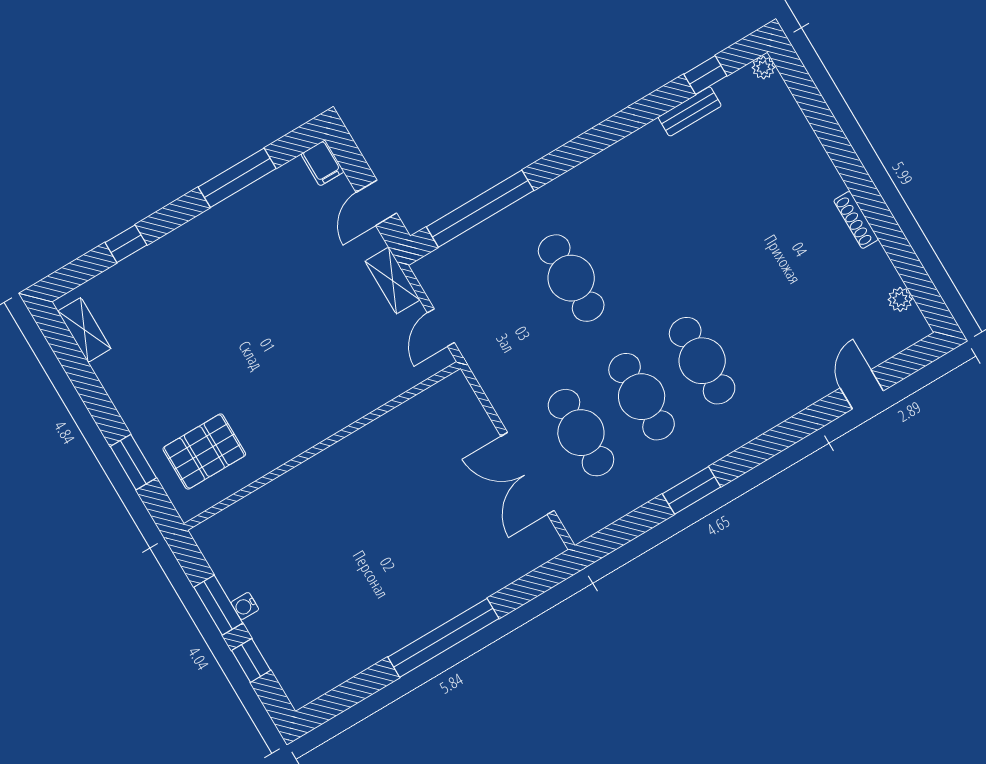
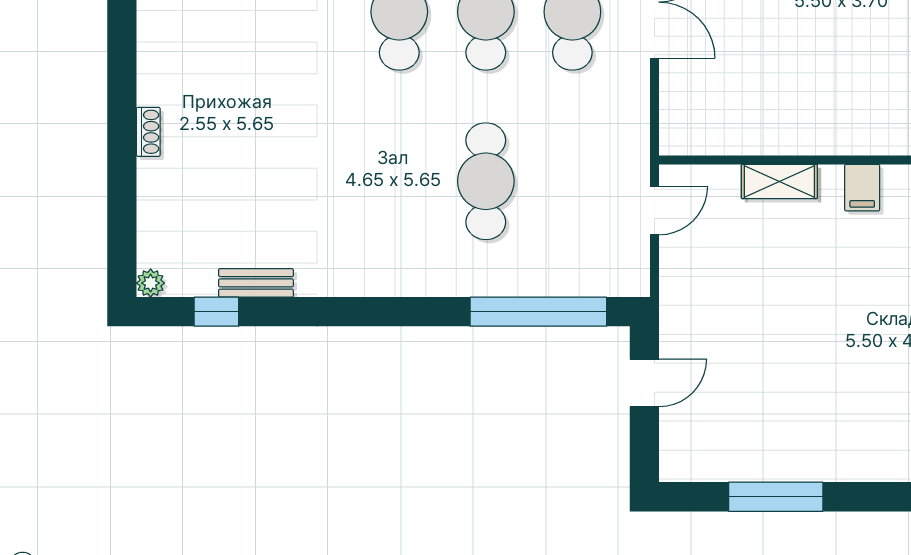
filing cabinet: (322, 163) -> (862, 188), moved, turned 180
shoe rack: (856, 220) -> (148, 132), moved, width x0.70
shelving: (393, 280) -> (779, 182), moved, turned 90

